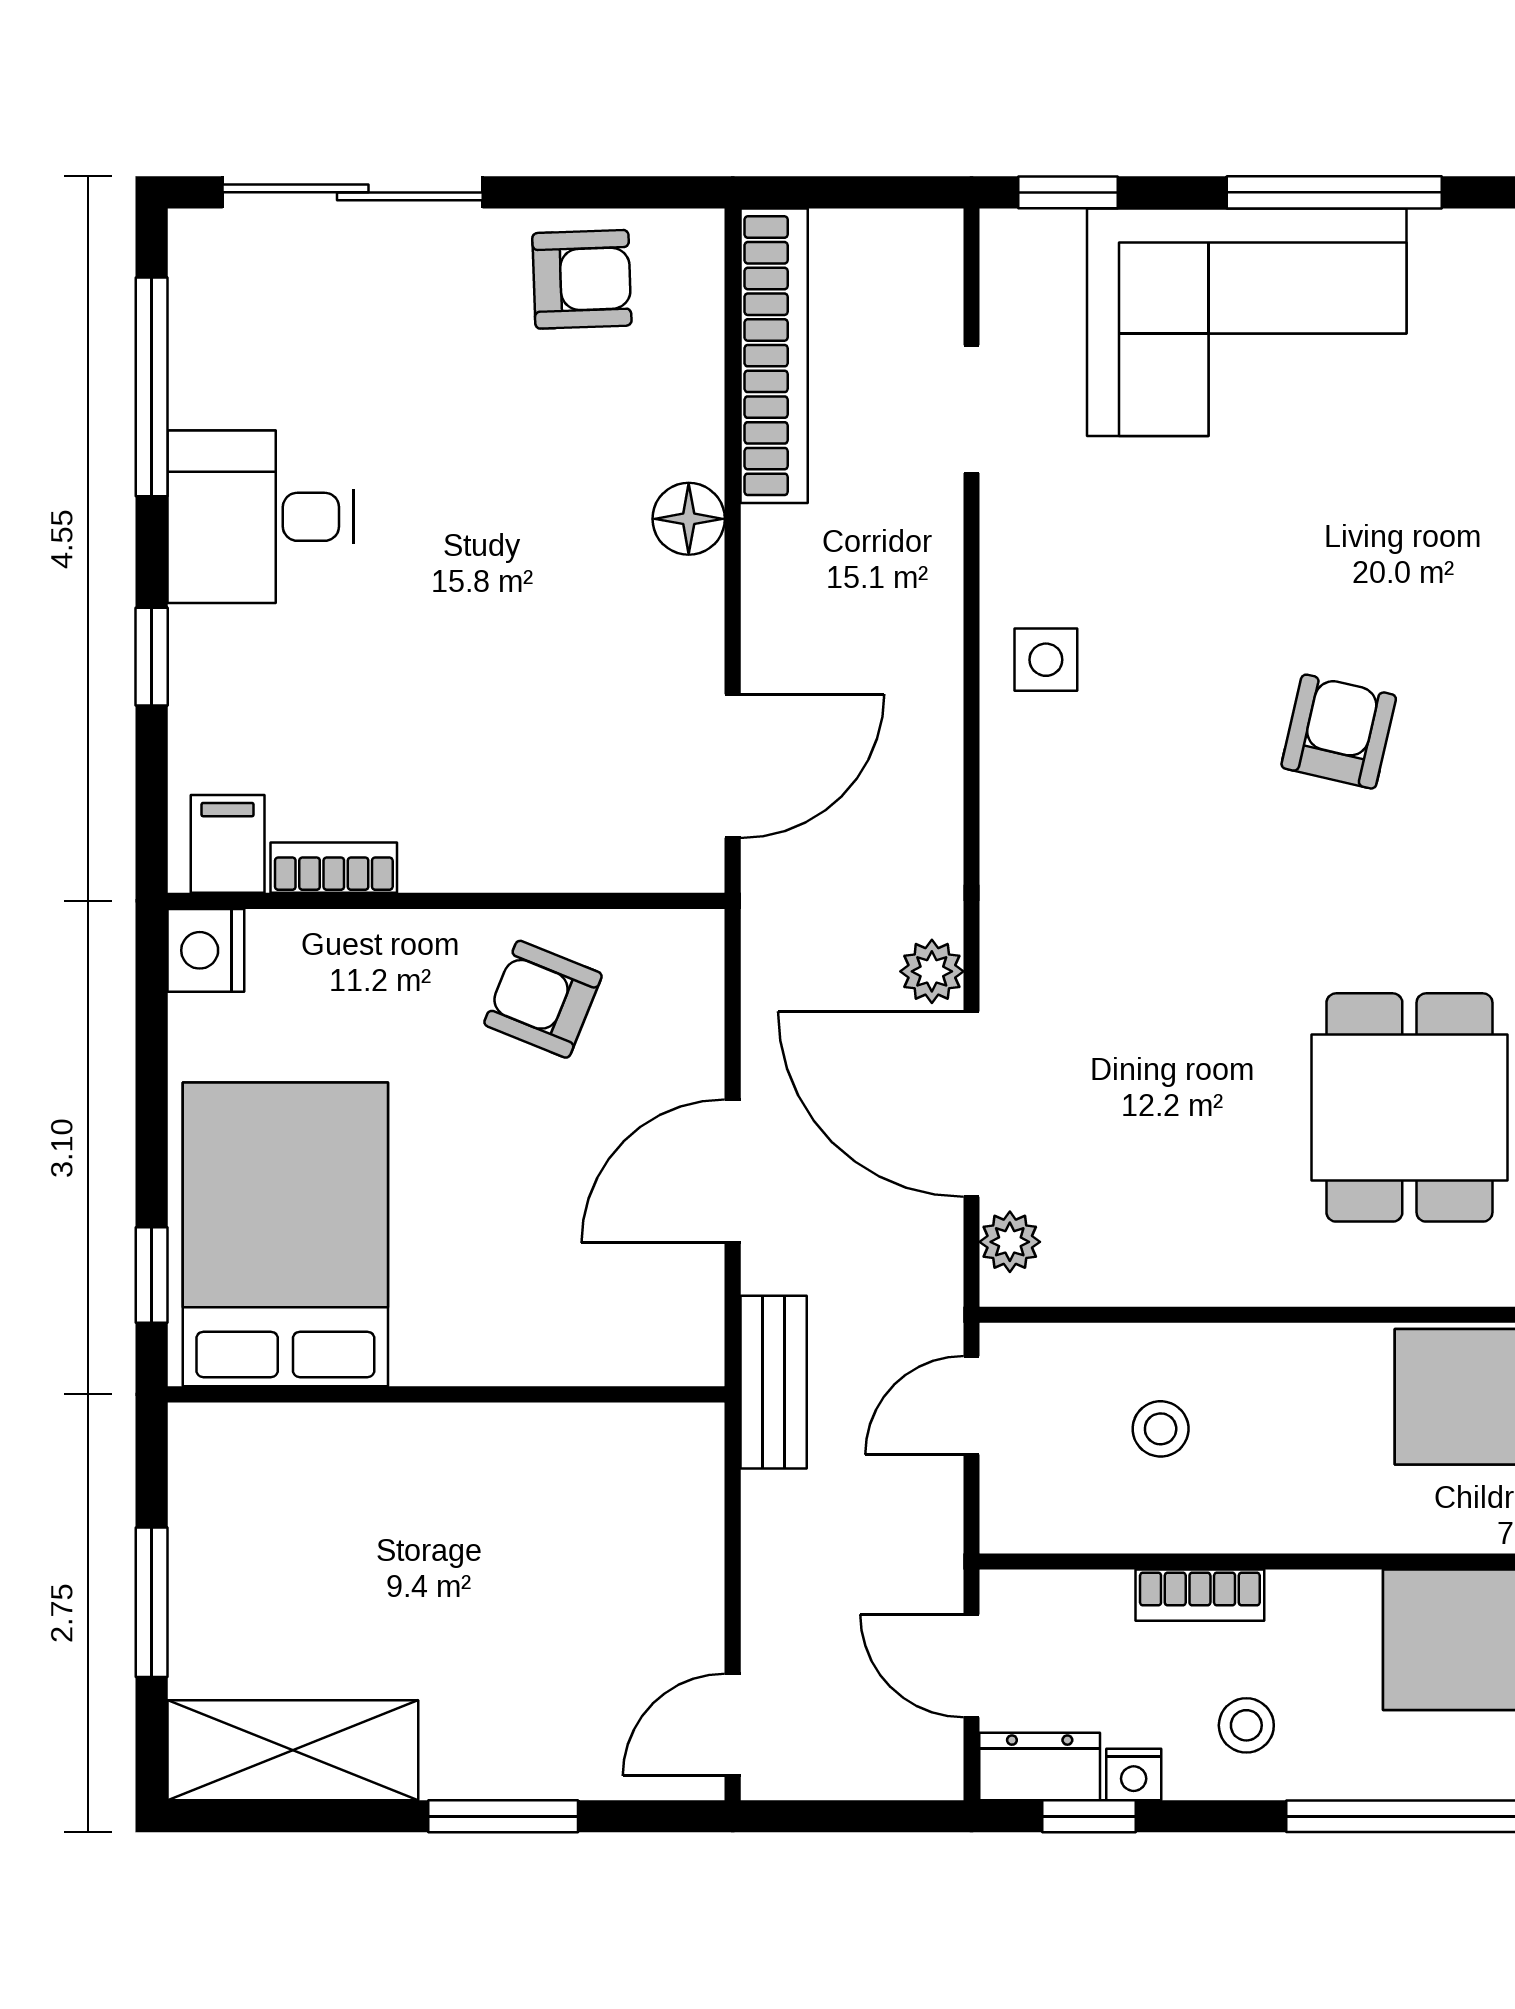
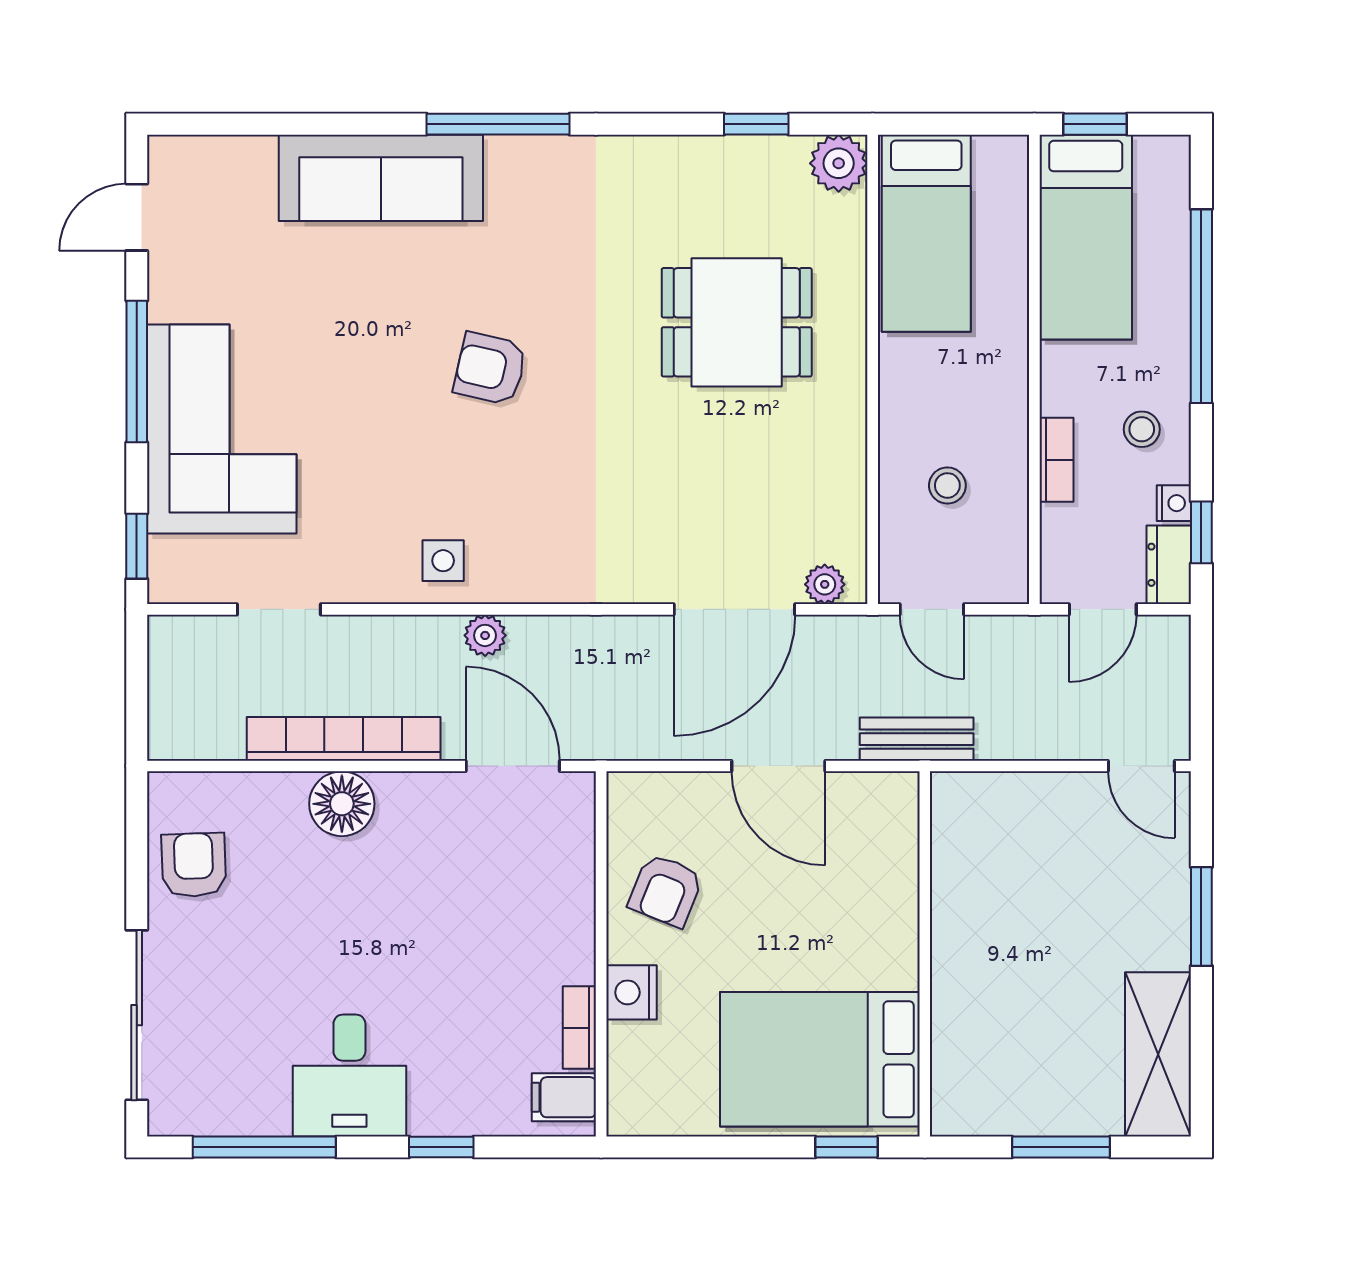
bookcase: (774, 356) -> (344, 739), moved
floor lamp: (689, 519) -> (342, 804), width x1.38, depth x1.38
nightstand: (206, 950) -> (631, 992), moved, turned 90
plant: (932, 971) -> (485, 635), moved

